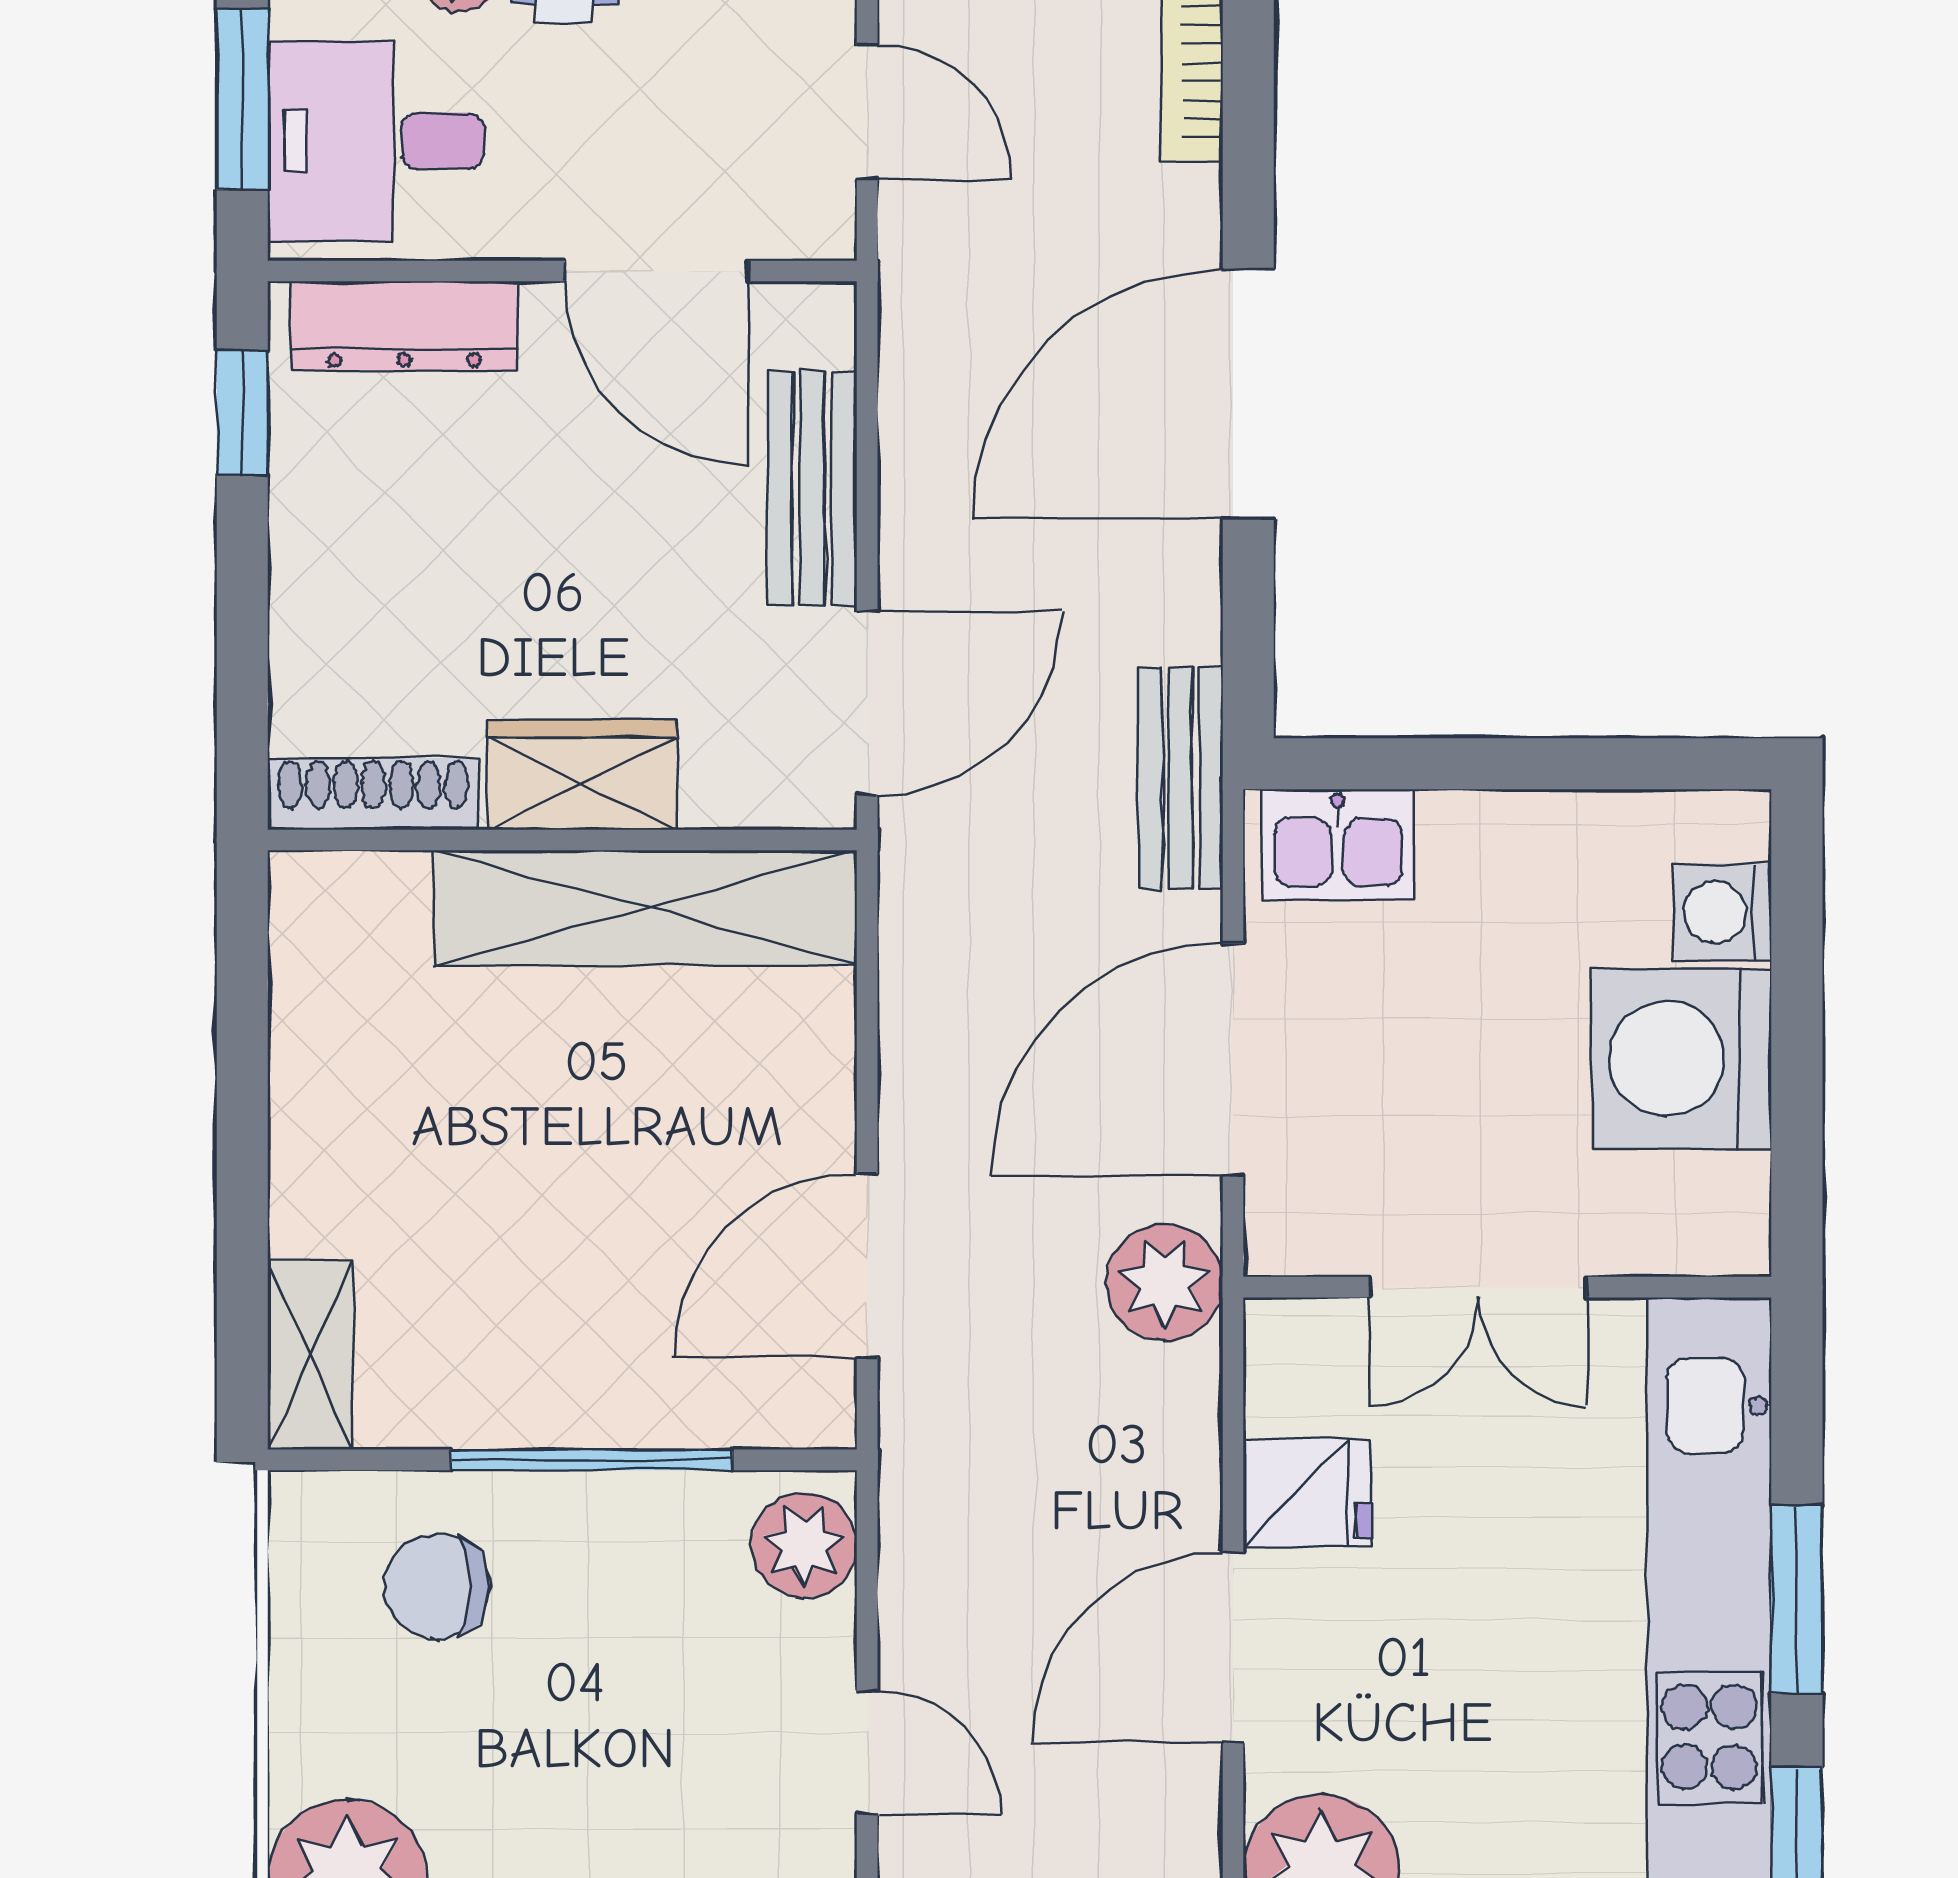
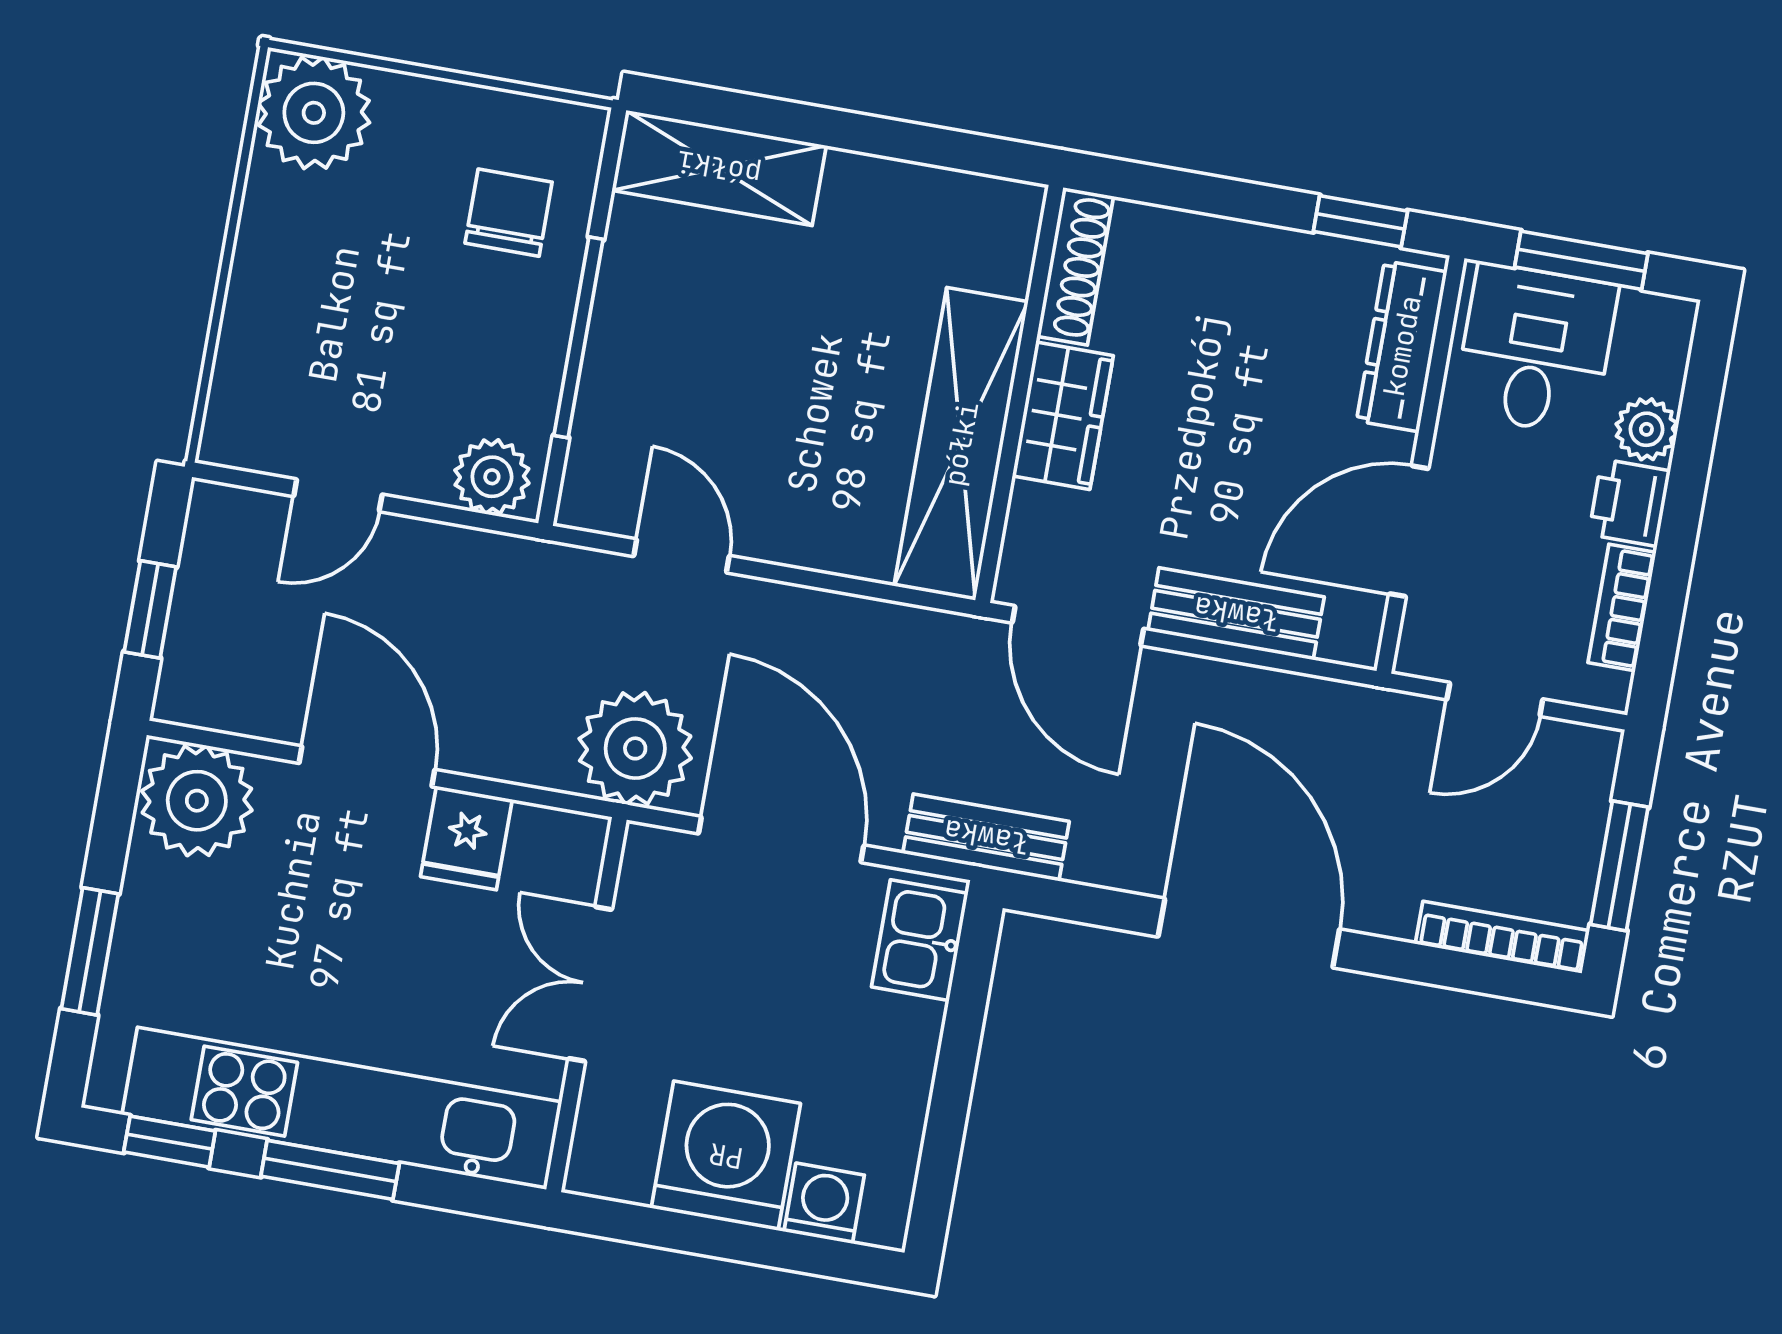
door: (867, 1265) -> (682, 556), width x0.73
plant: (1164, 1282) -> (635, 748), width x1.36, depth x1.36
shelving: (310, 1355) -> (719, 168), width x1.50, depth x1.33

